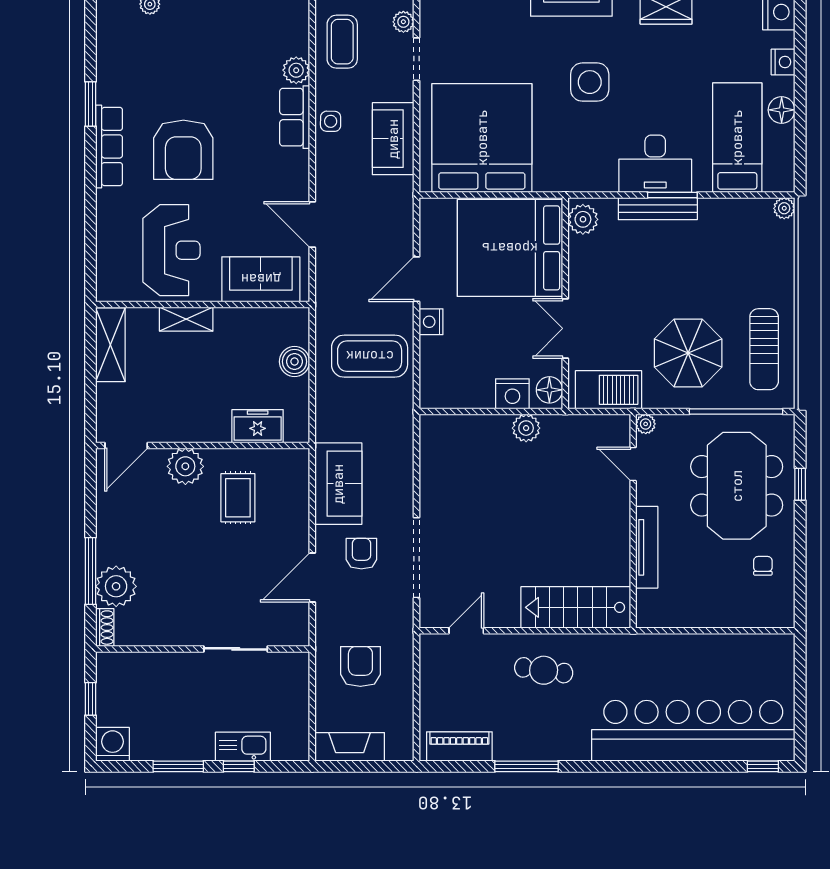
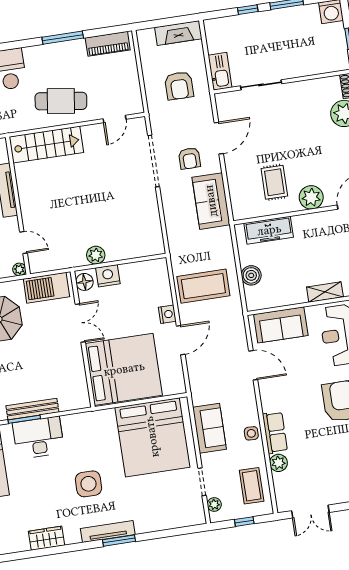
plant: (583, 219) -> (80, 395), removed
freezer: (258, 426) -> (269, 230), width x1.40
cafe table: (544, 670) -> (61, 101), width x1.37, depth x1.35
kitchen sink: (243, 747) -> (220, 71), moved, turned -90

